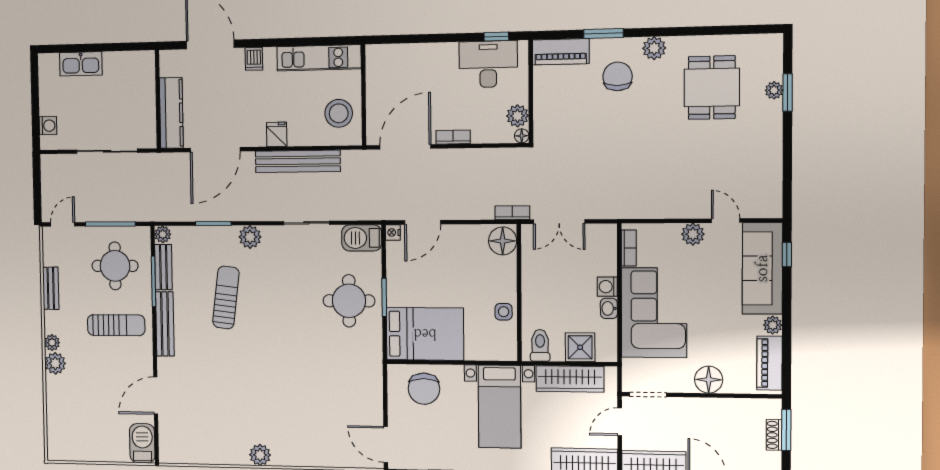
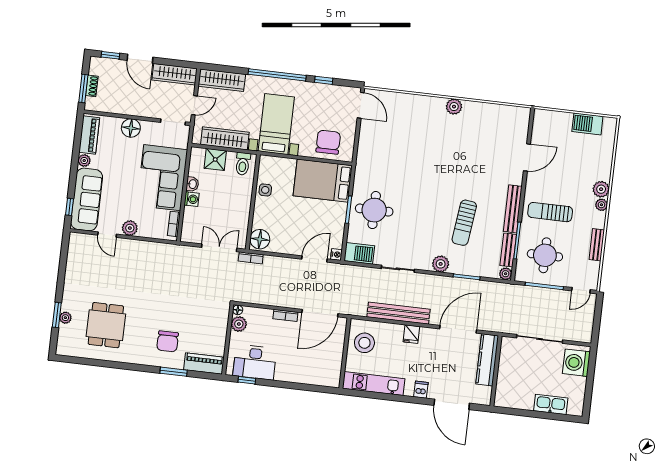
plant: (654, 48) -> (141, 357), removed
washing machine: (48, 126) -> (576, 363), width x1.89, depth x1.89
barbecue: (142, 443) -> (587, 124), moved, turned 90

